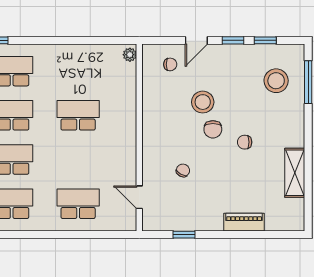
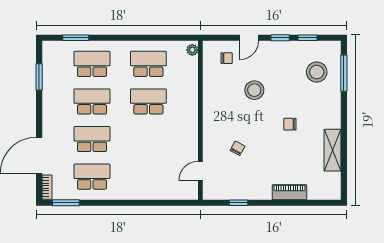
chair: (213, 129) -> (263, 113), removed
door: (139, 197) -> (200, 171), hinge flipped
school desk: (78, 204) -> (148, 64), moved

